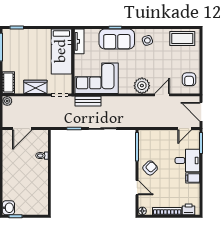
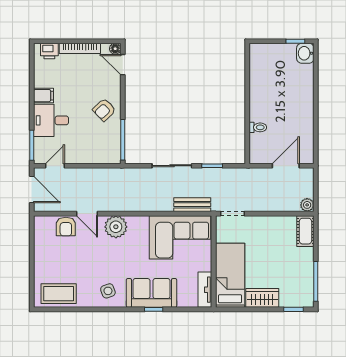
armchair: (189, 79) -> (66, 227), moved, turned 180
wardrobe: (35, 87) -> (262, 298), moved, turned 180
door: (162, 95) -> (87, 214), hinge flipped
door: (137, 188) -> (123, 65), moved

